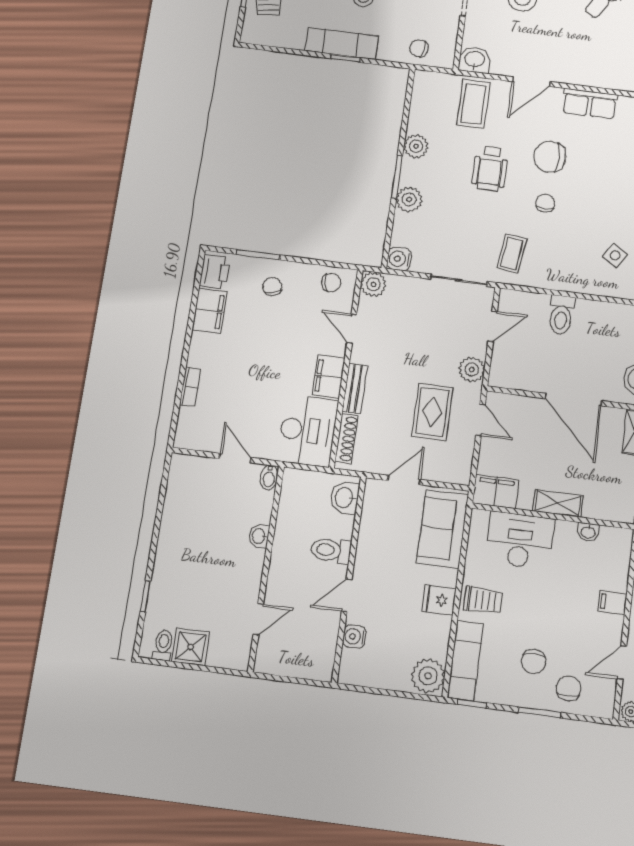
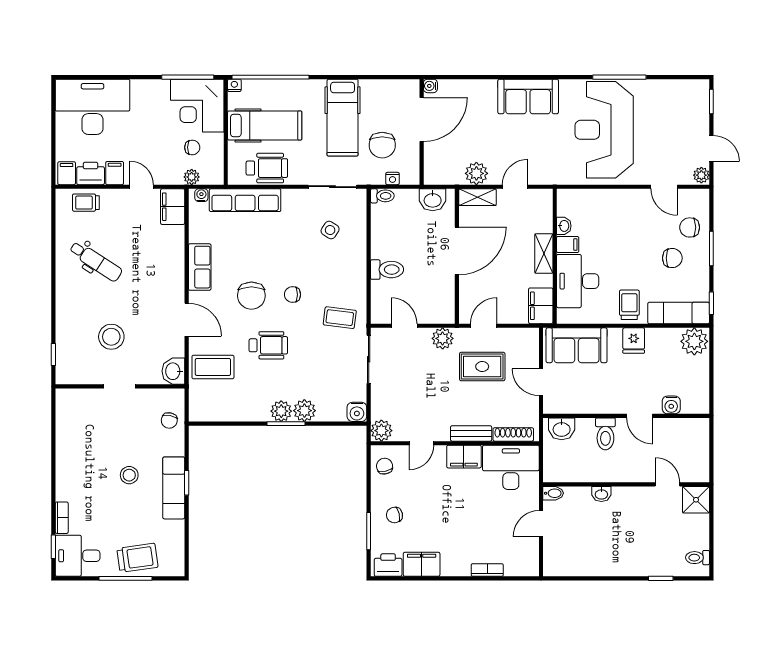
plant: (416, 146) -> (281, 411), moved
filing cabinet: (613, 602) -> (568, 245), moved, turned -90
shower: (191, 647) -> (696, 500), moved

